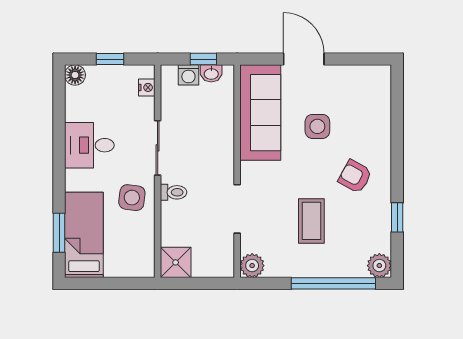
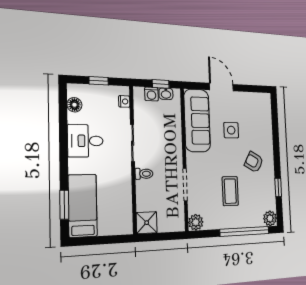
floor lamp: (75, 75) -> (74, 105), moved
side table: (132, 198) -> (116, 178), removed

